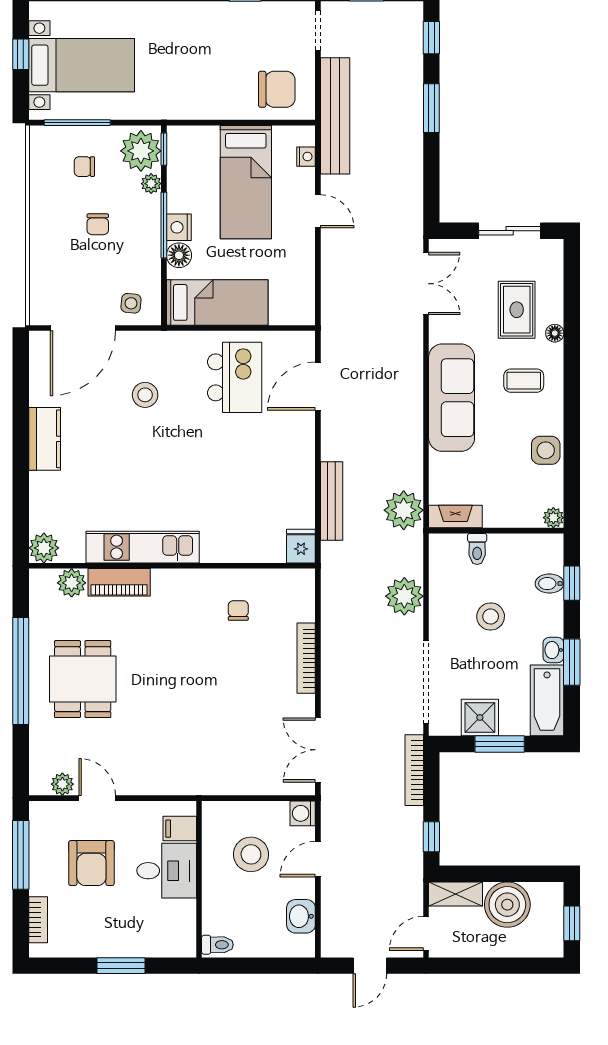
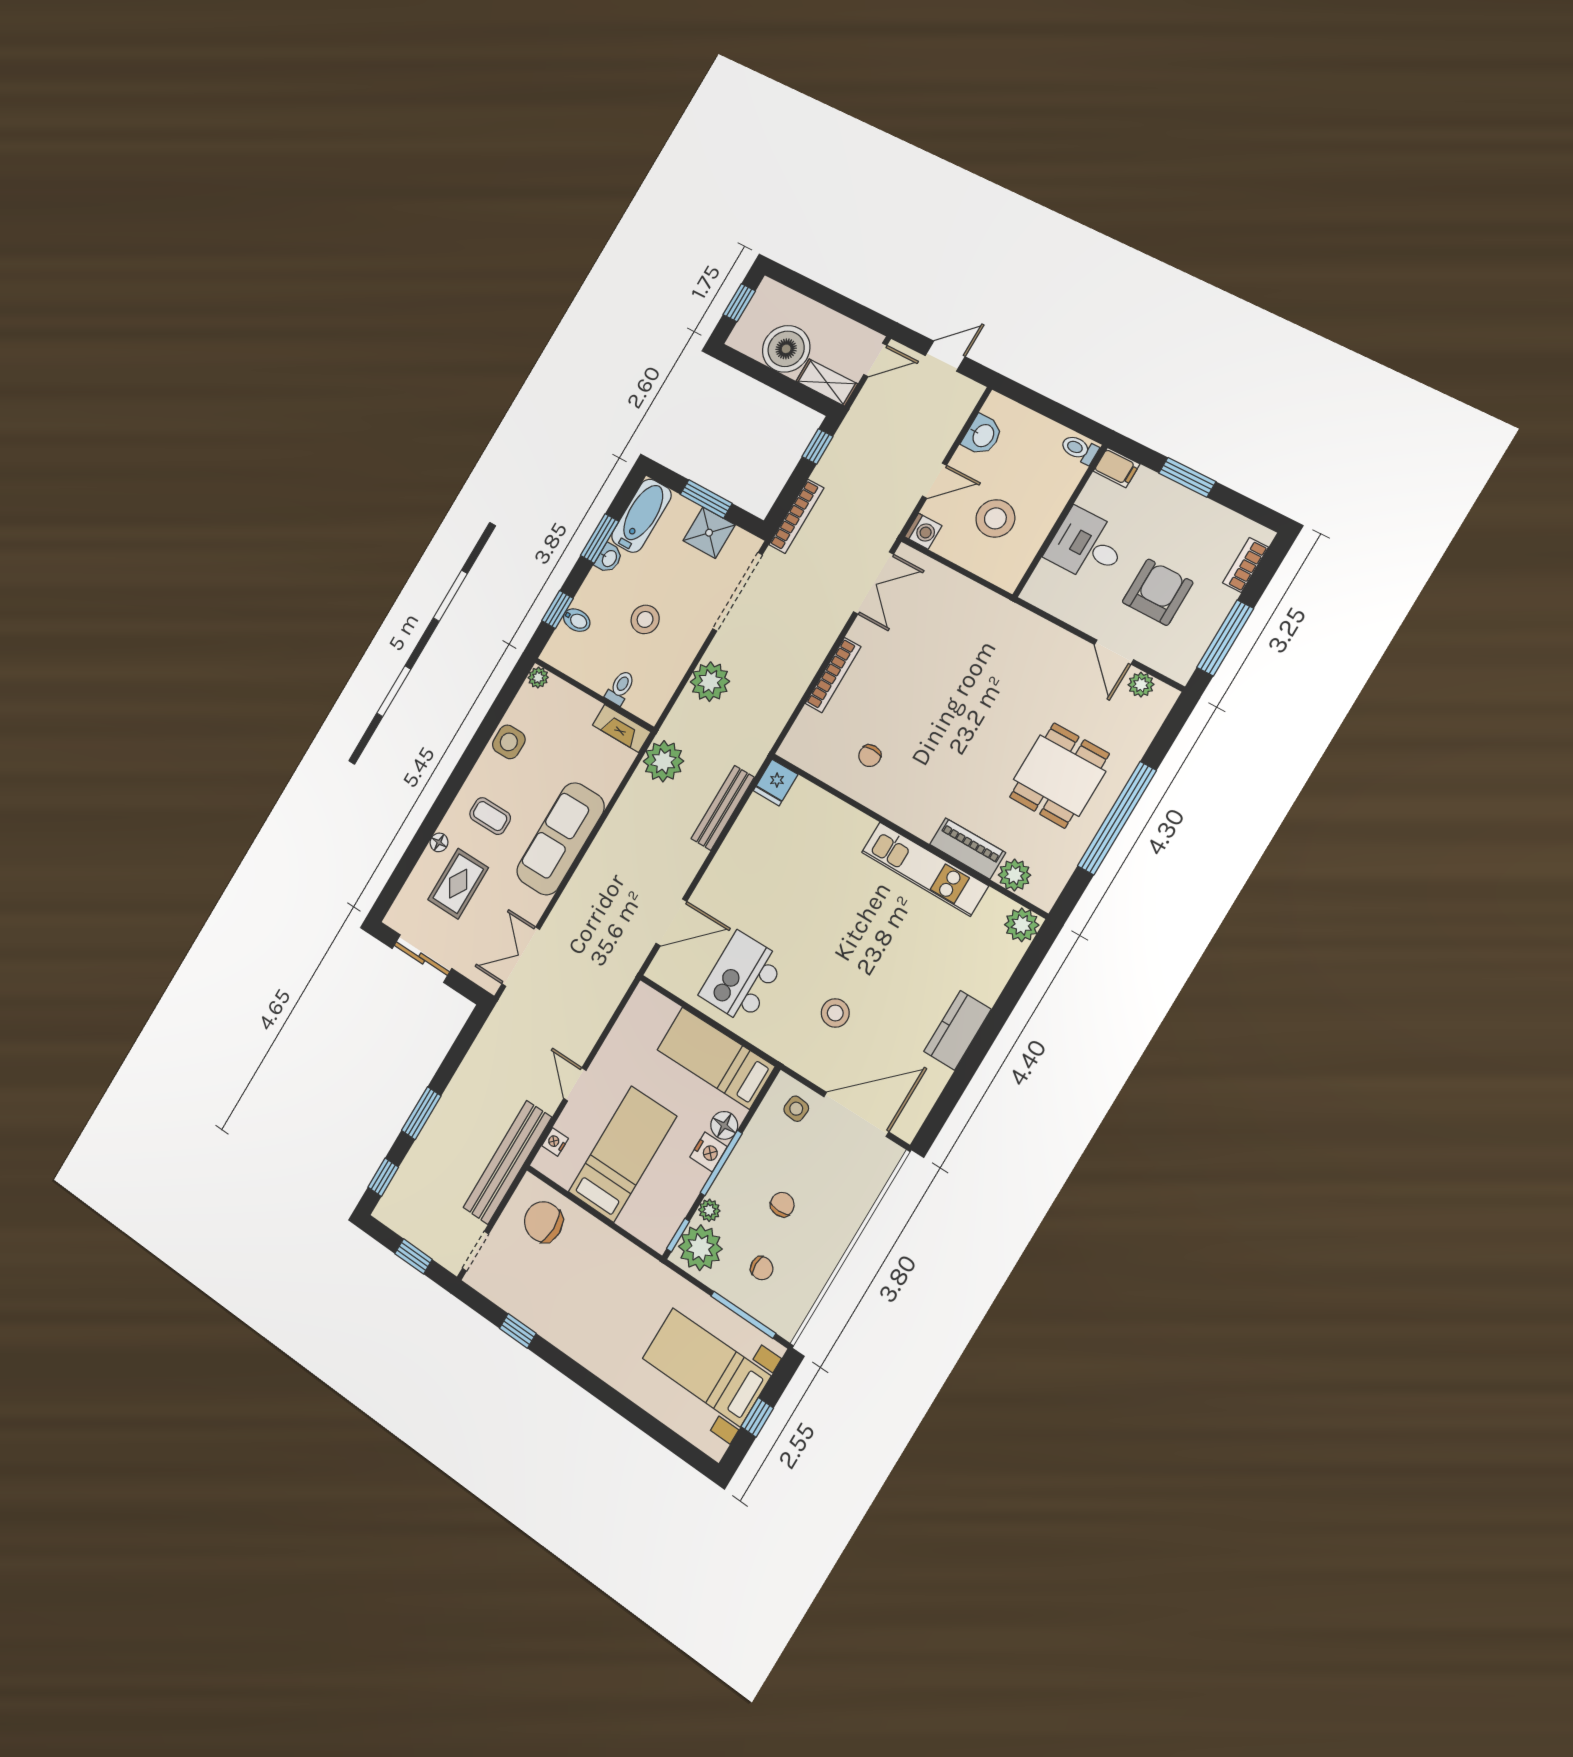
filing cabinet: (180, 829) -> (1117, 468), moved

